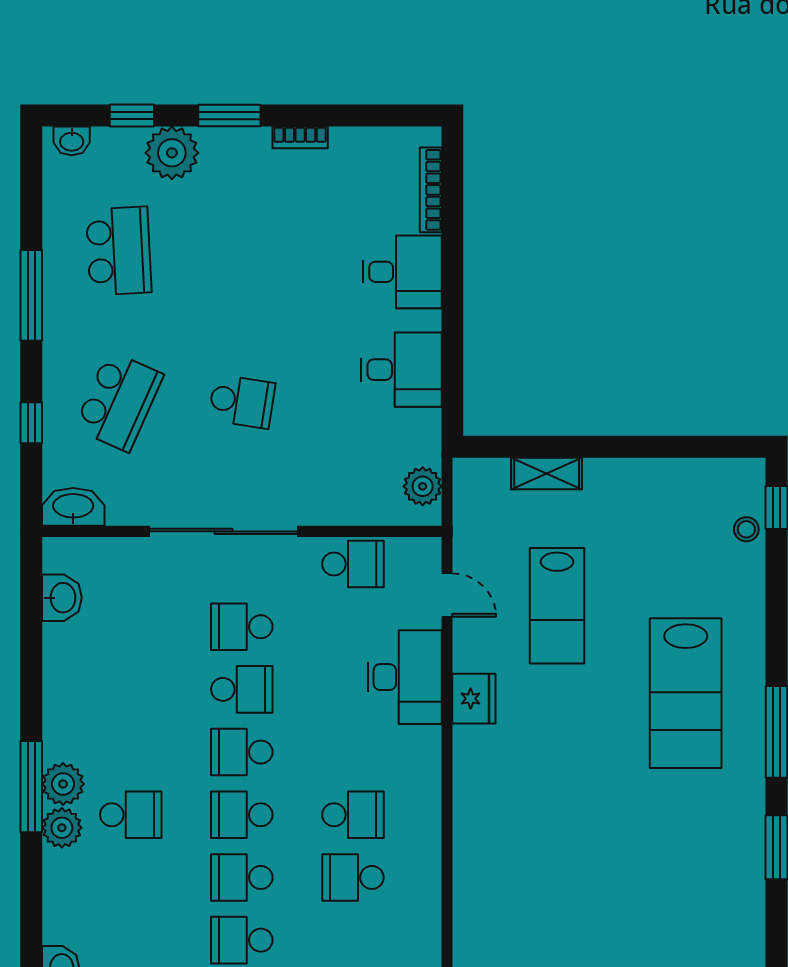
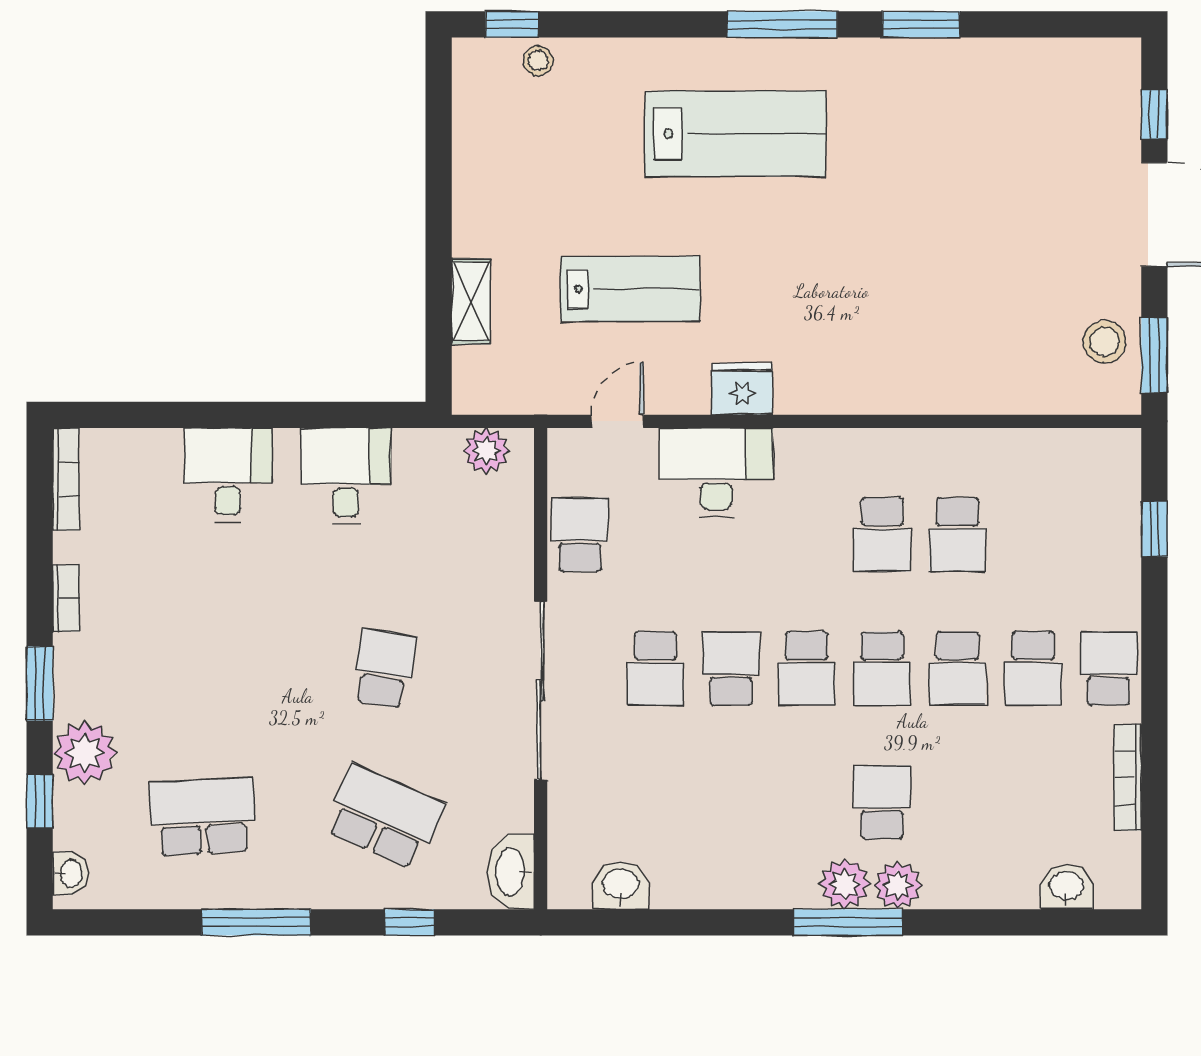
bookcase: (431, 190) -> (66, 479), moved, turned -90
school desk: (353, 815) -> (882, 535), turned 180

